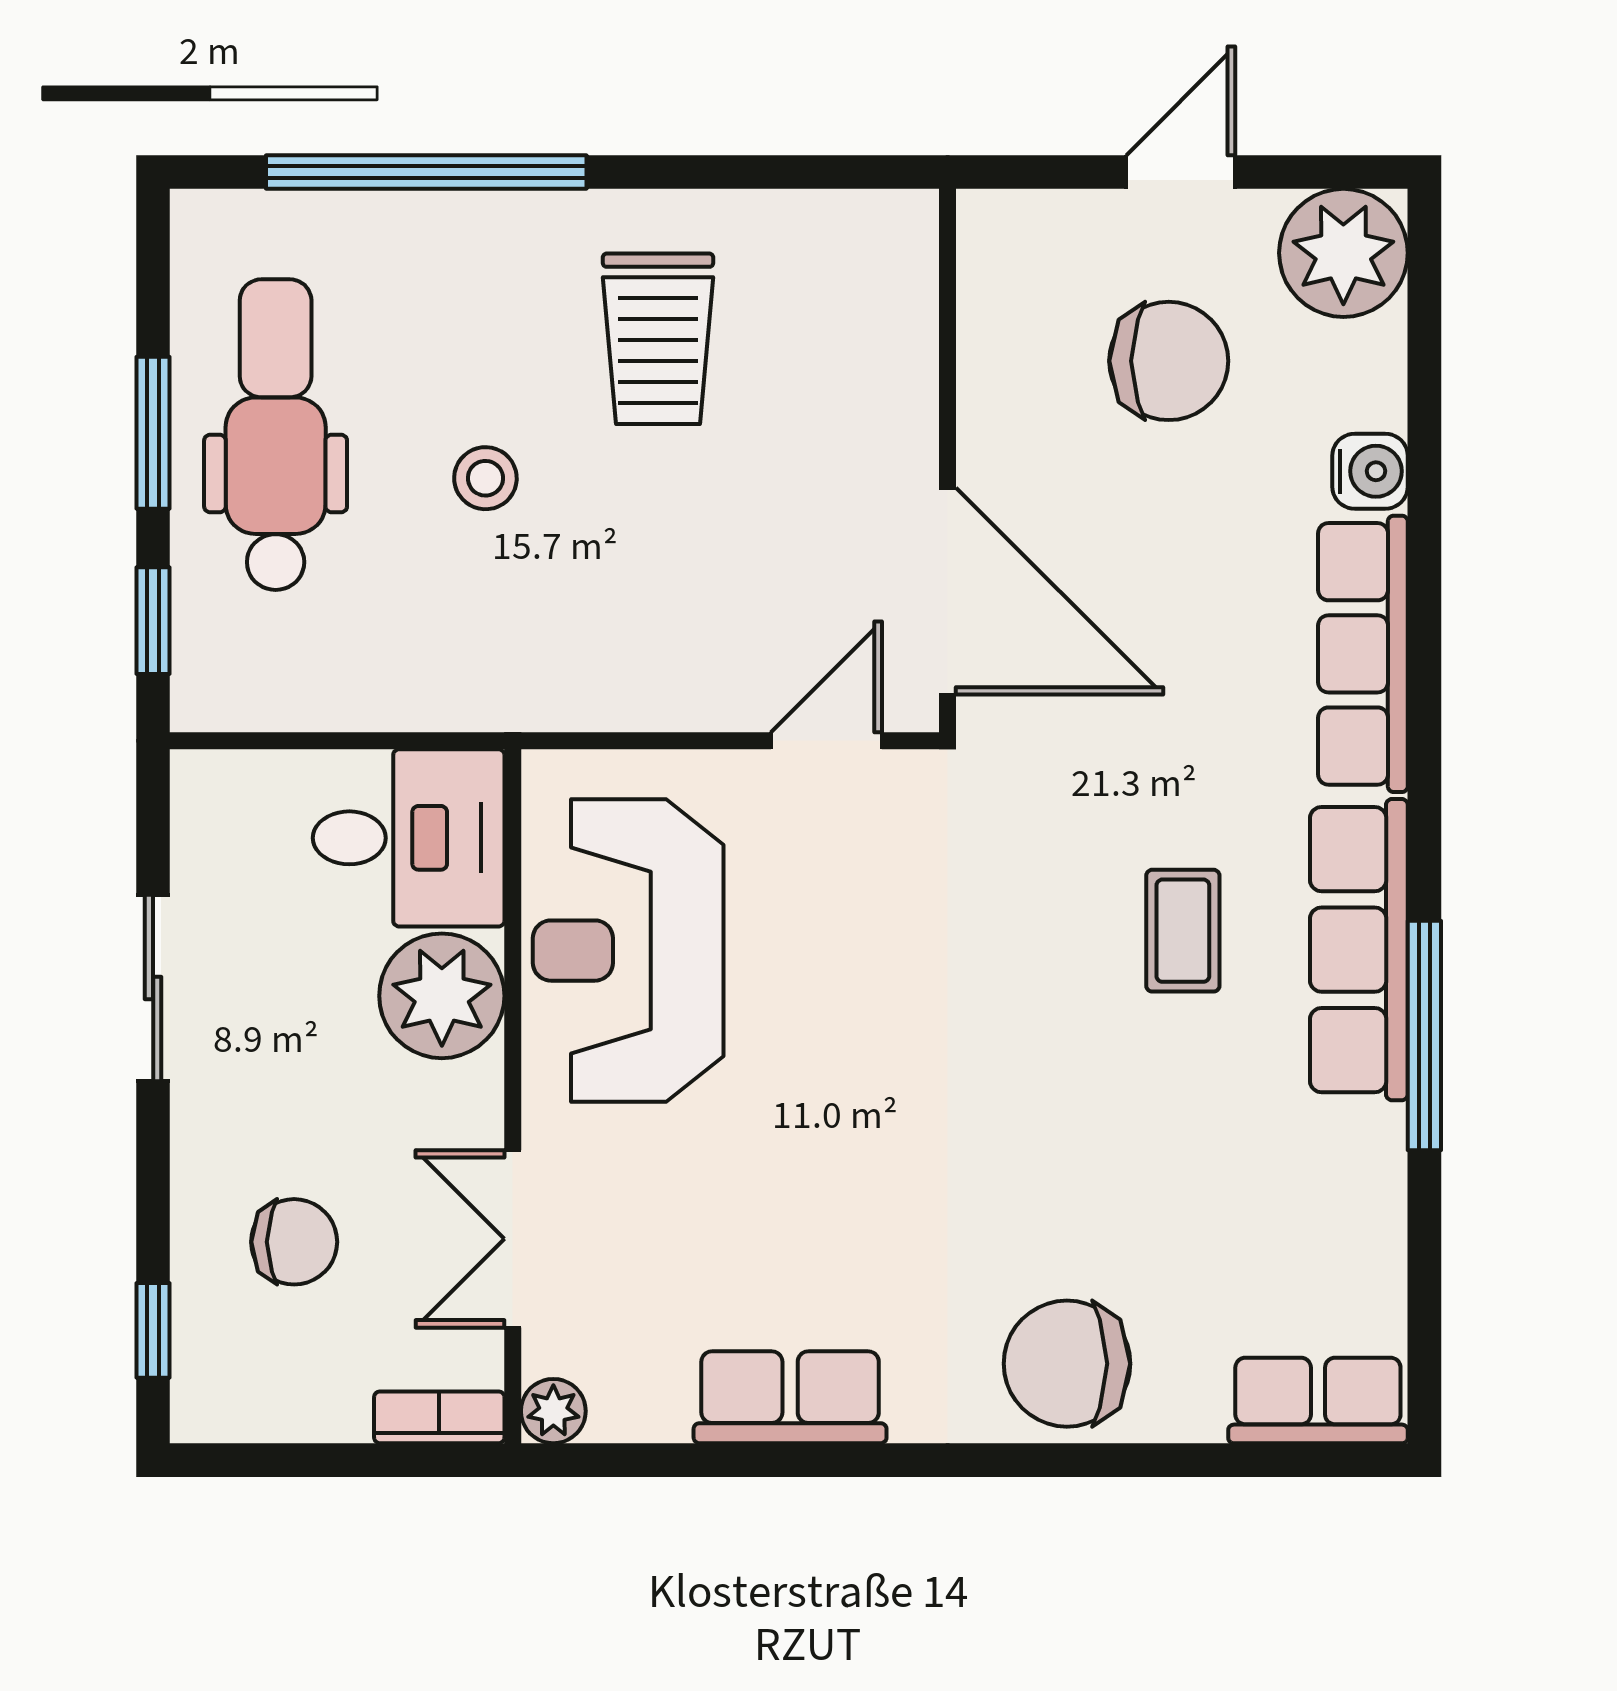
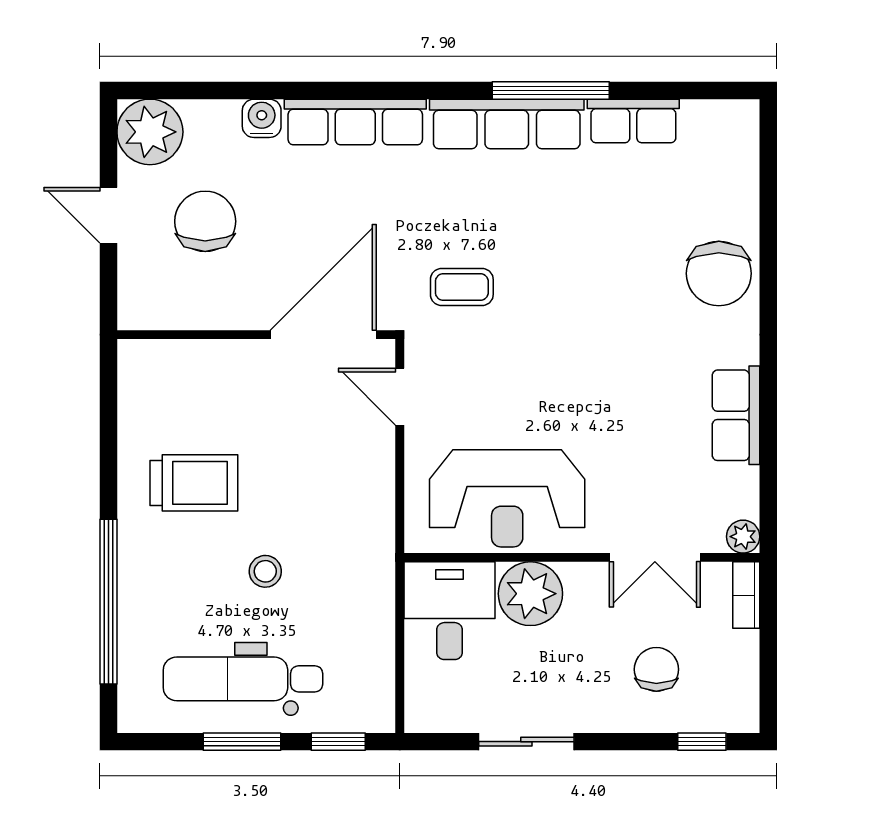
coffee table: (1183, 931) -> (462, 287), moved
row of seats: (1318, 1400) -> (633, 121), moved, turned -90

